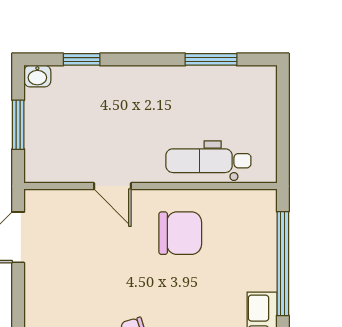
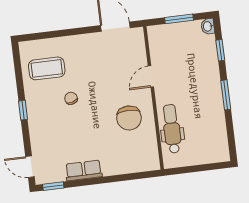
window: (211, 59) -> (226, 95), moved
window: (283, 264) -> (119, 178), removed

